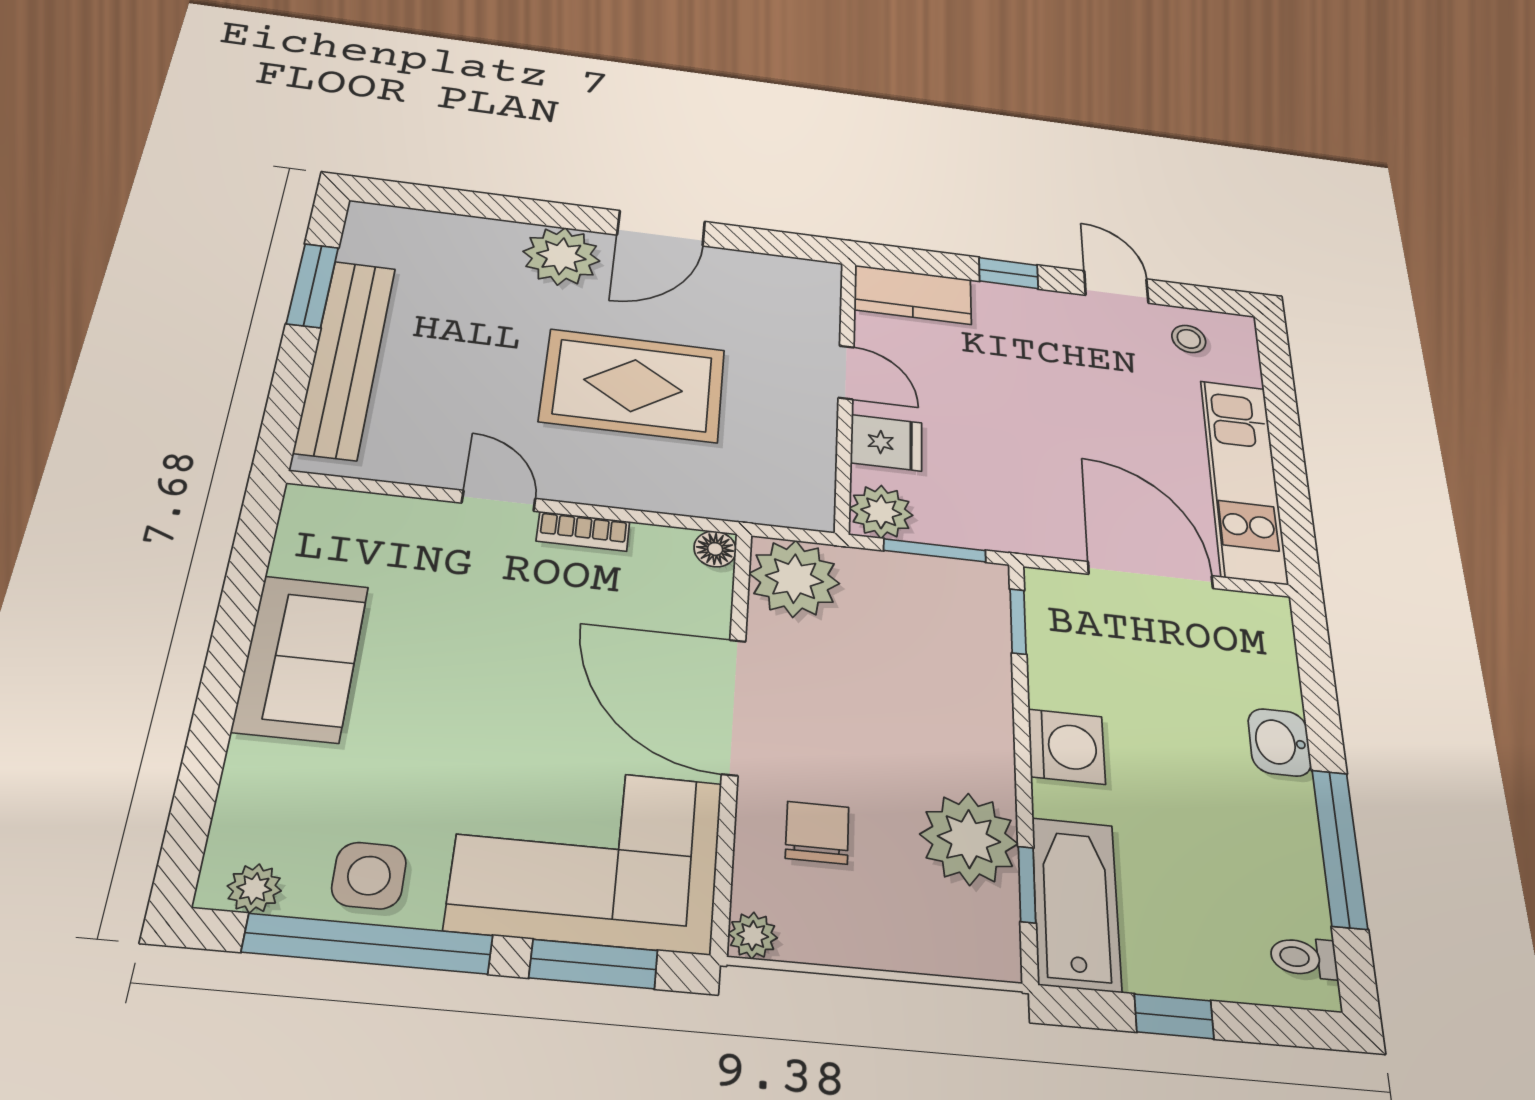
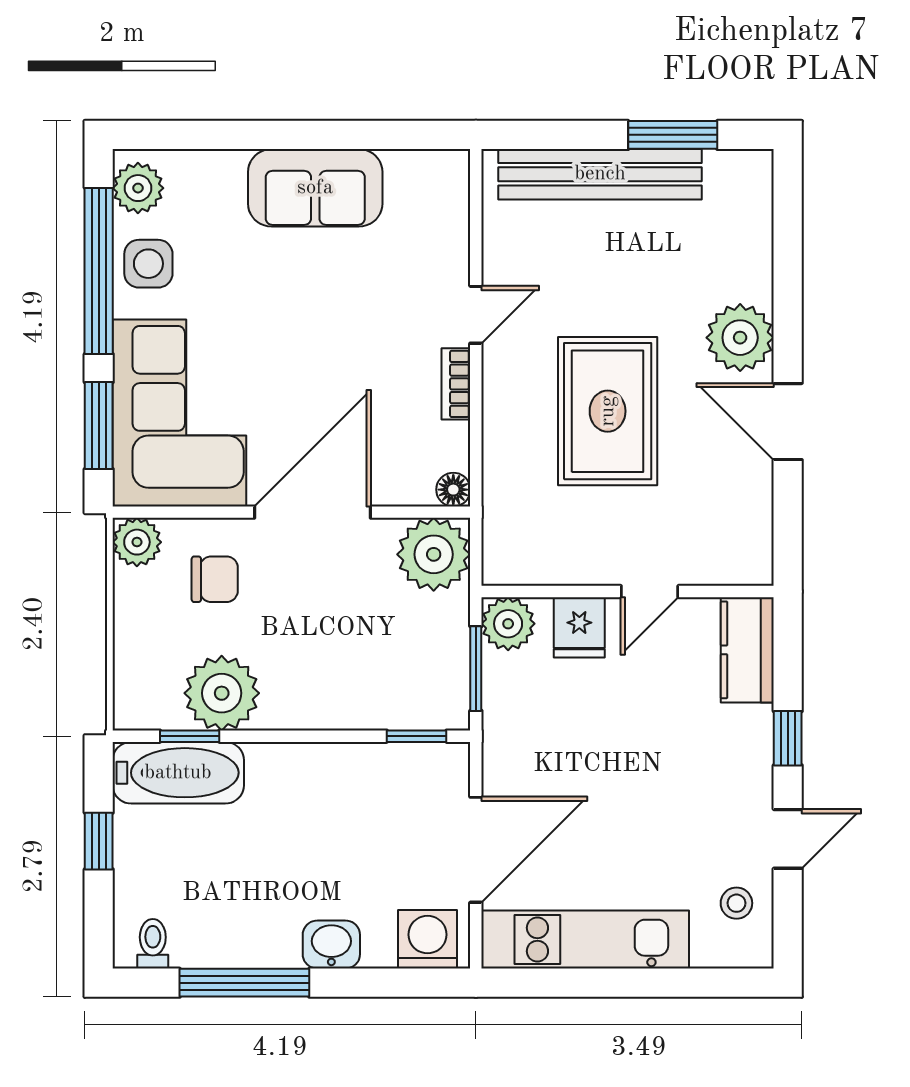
washing machine: (1066, 746) -> (427, 939), moved, turned 180
plant: (254, 888) -> (138, 188), width x1.38, depth x1.38
plant: (753, 935) -> (137, 542), width x1.38, depth x1.38

